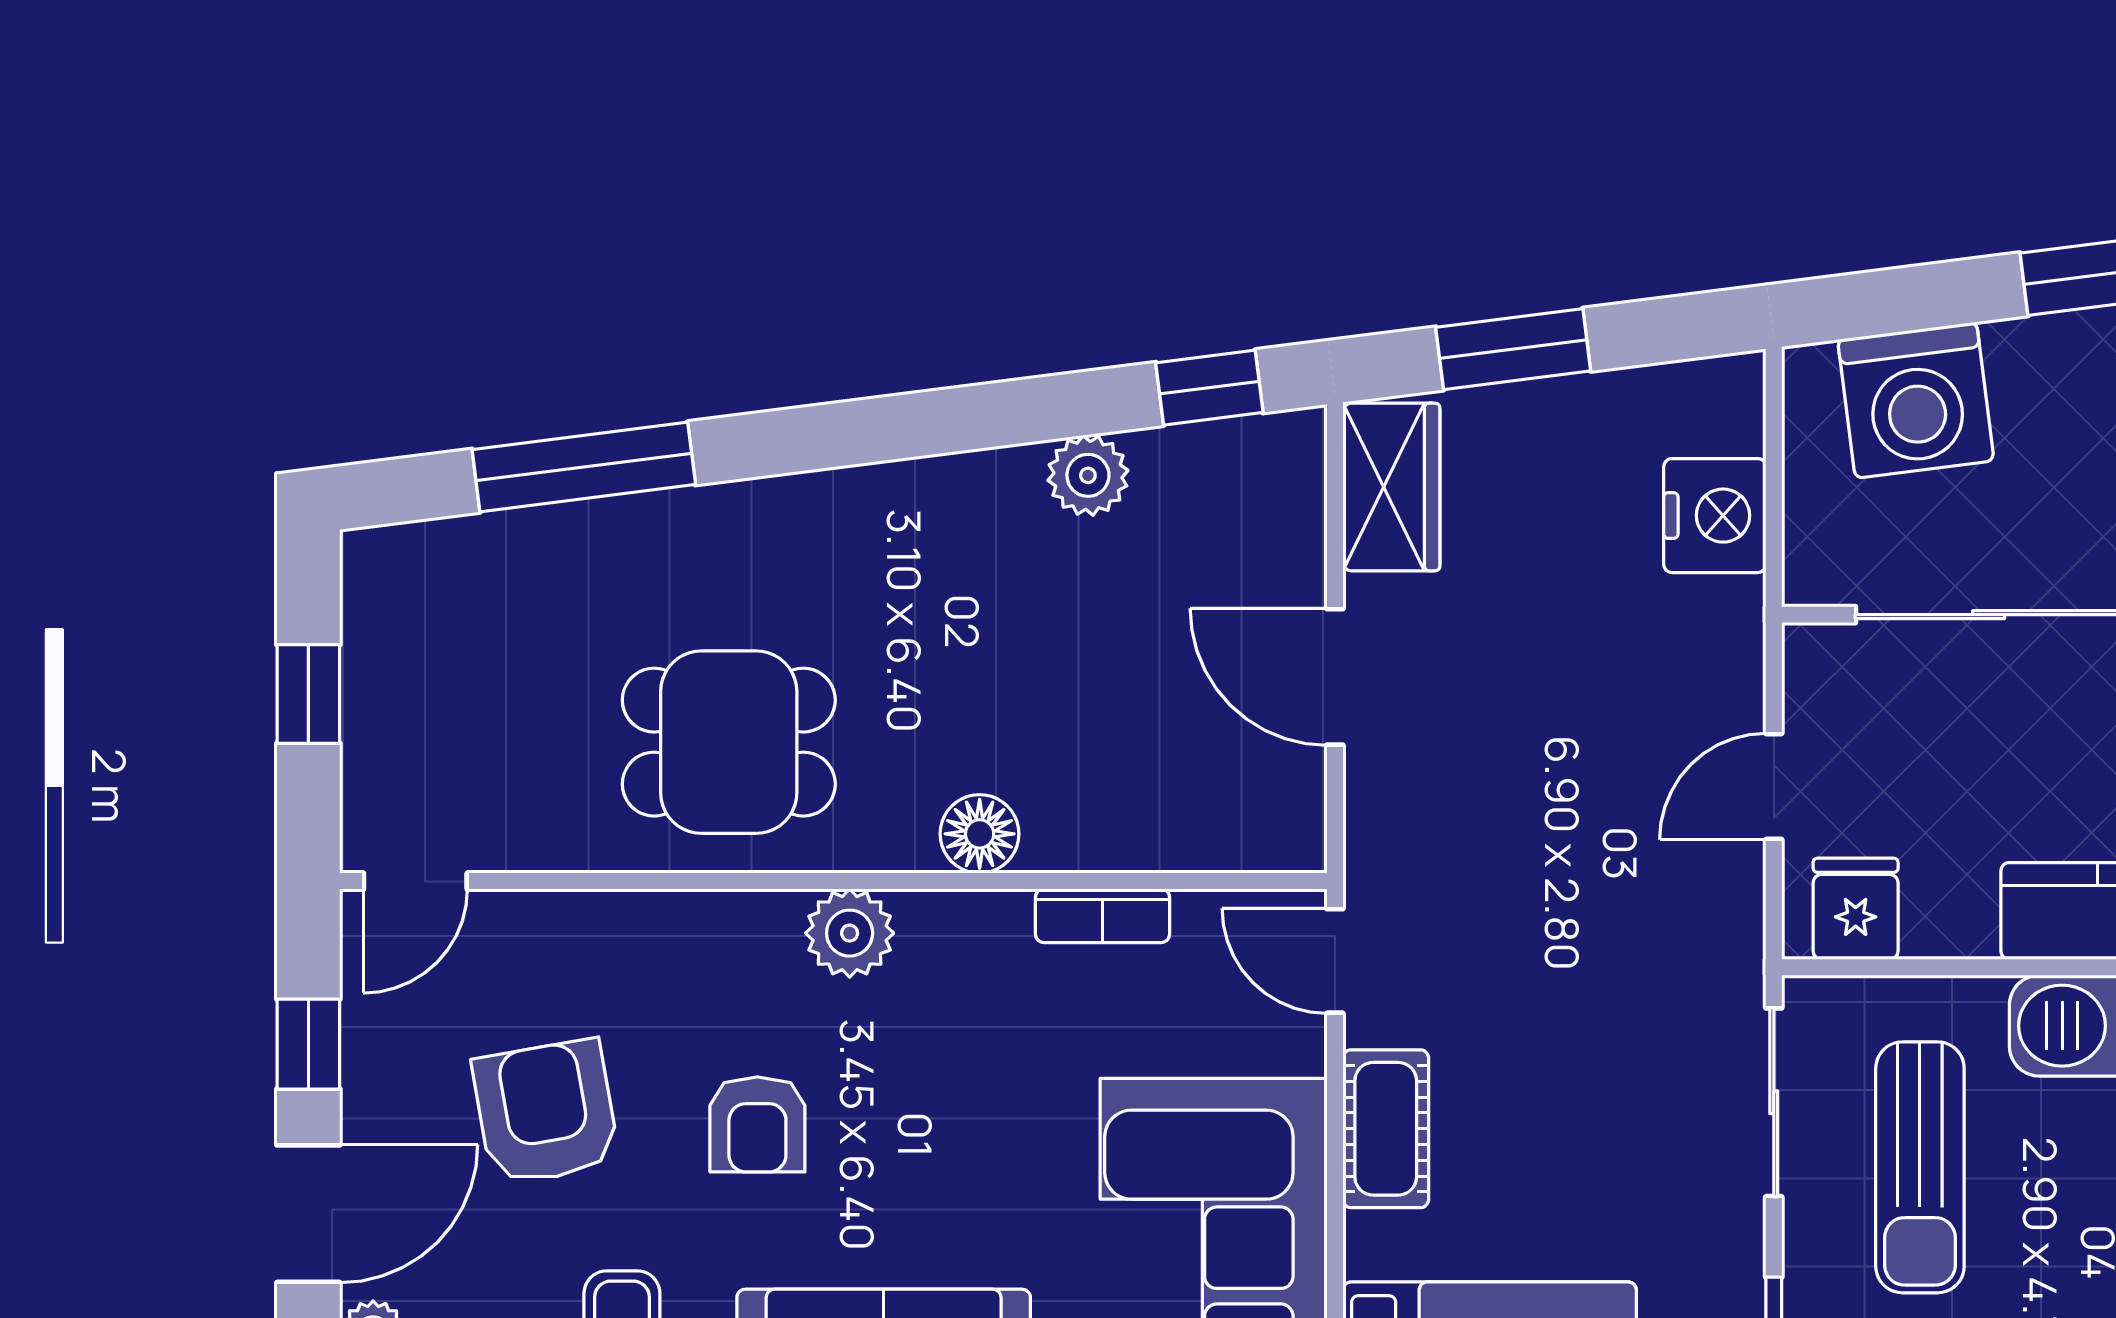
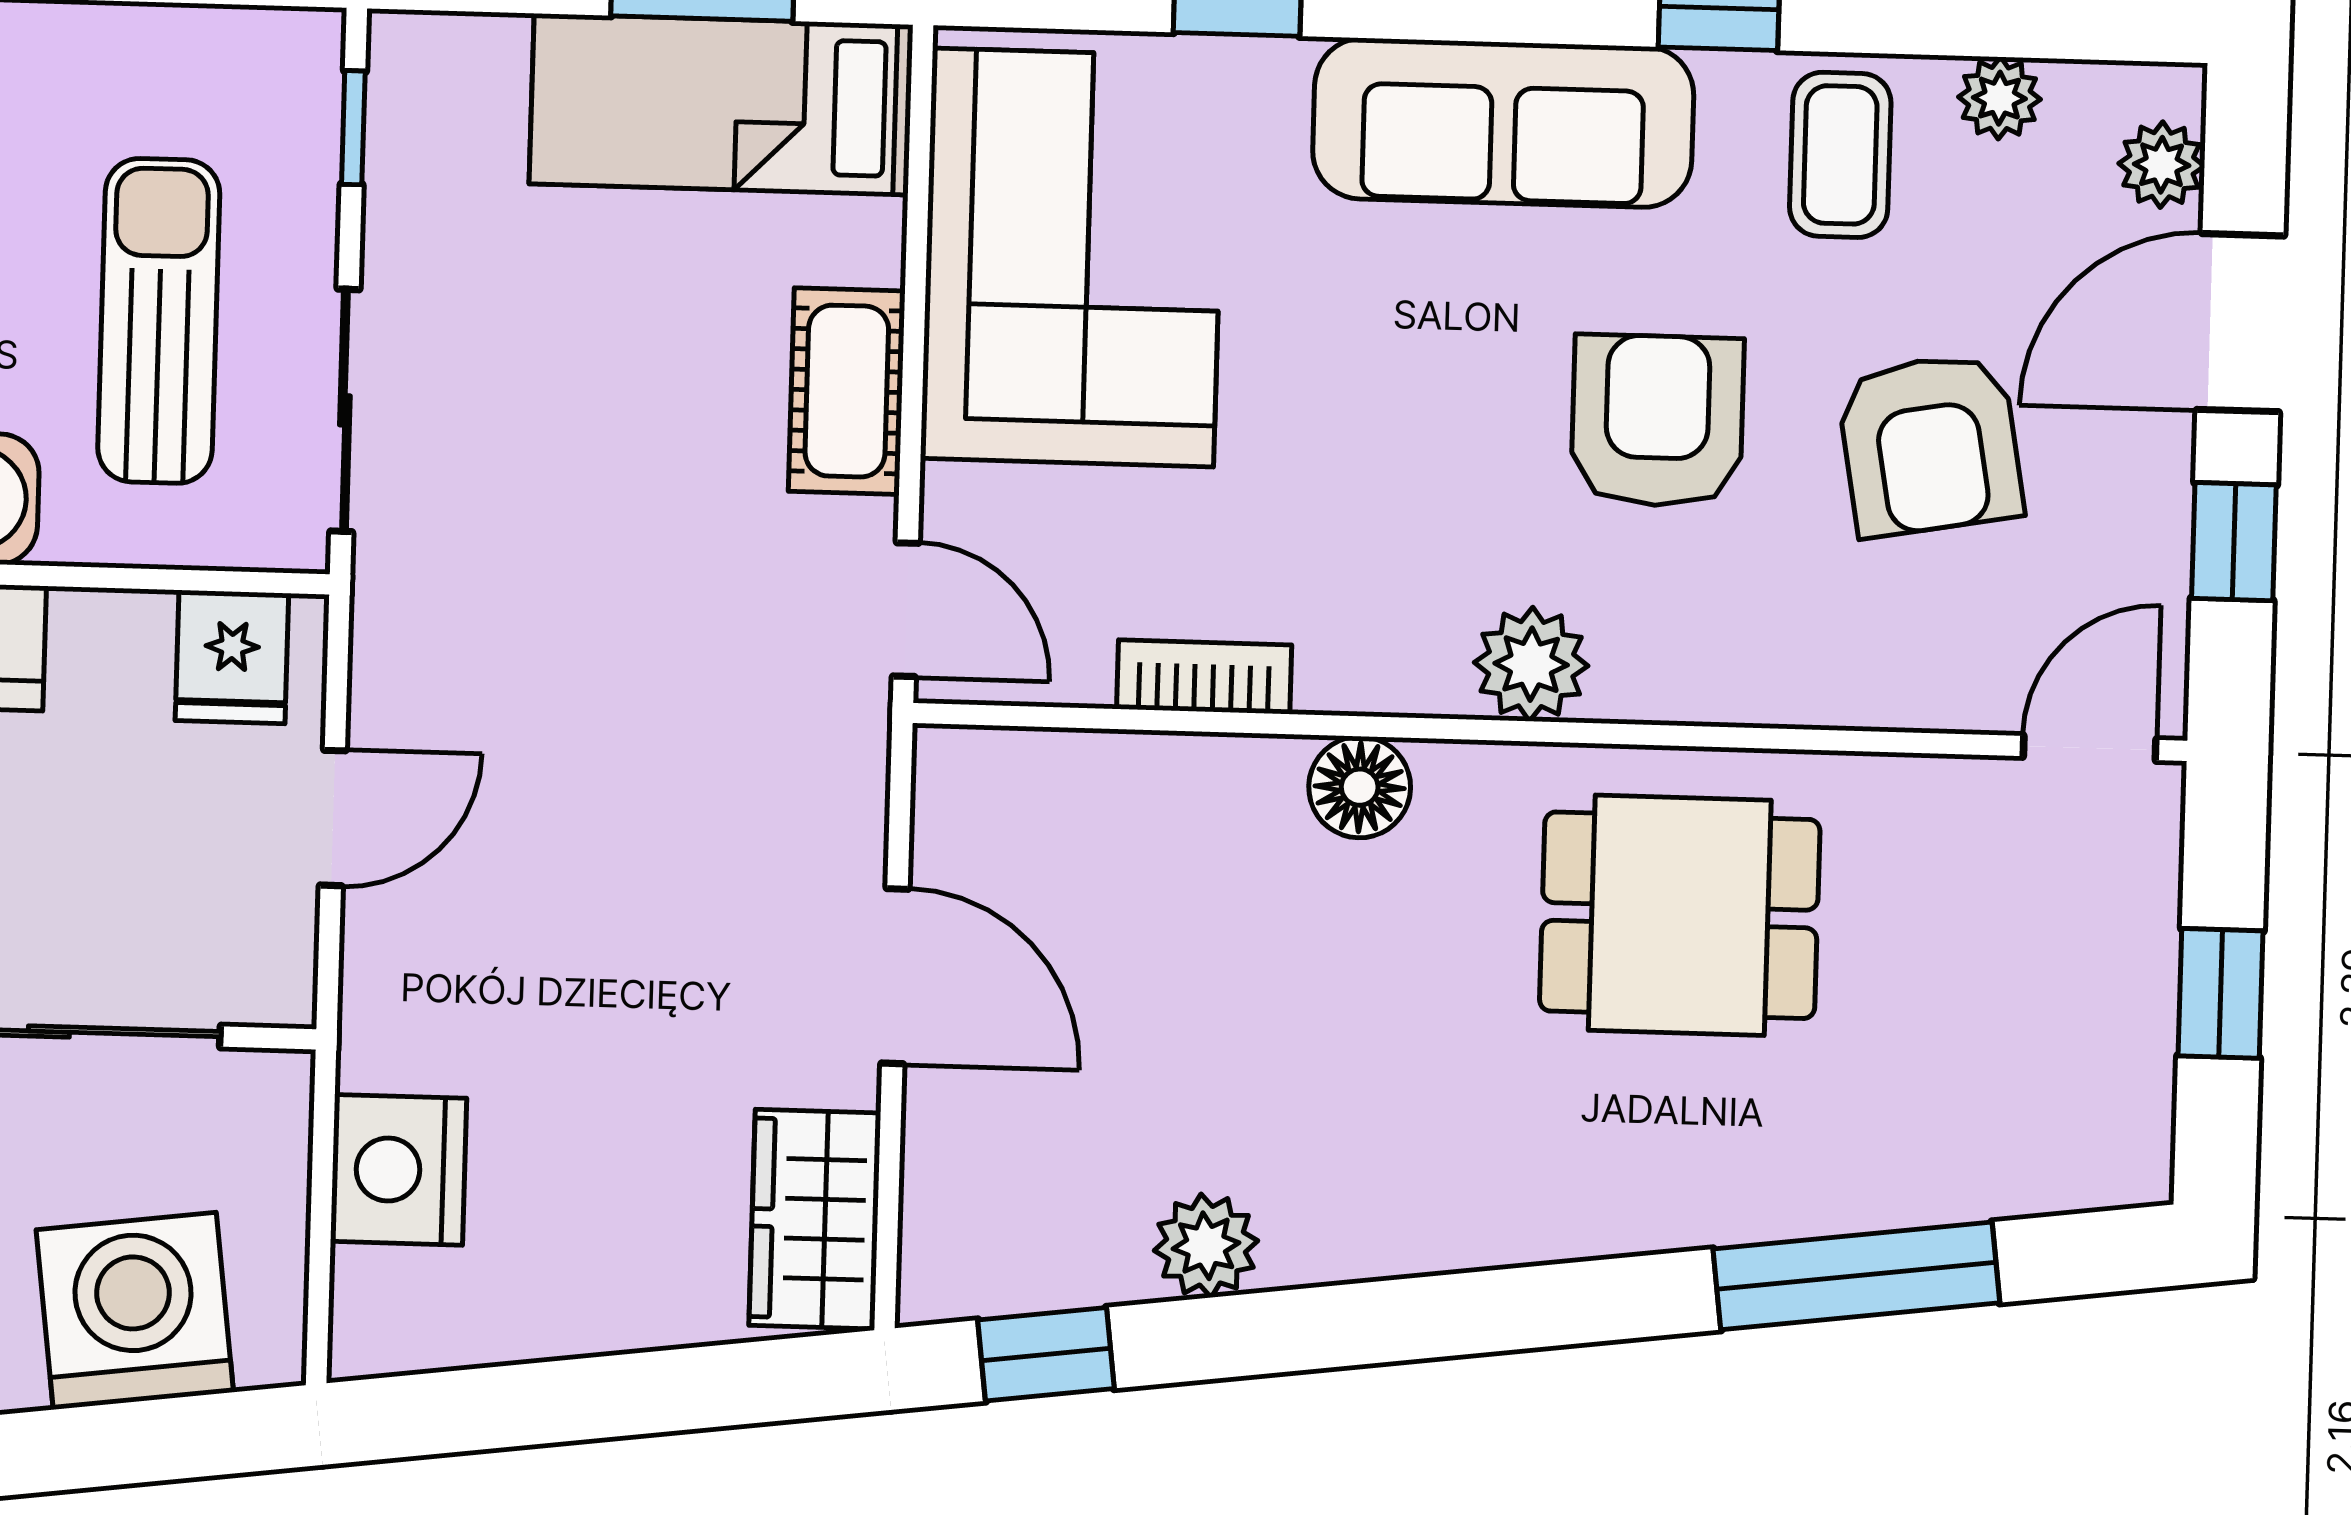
window: (1513, 349) -> (652, 1392), removed
armchair: (757, 1124) -> (1657, 421), width x1.38, depth x1.38

